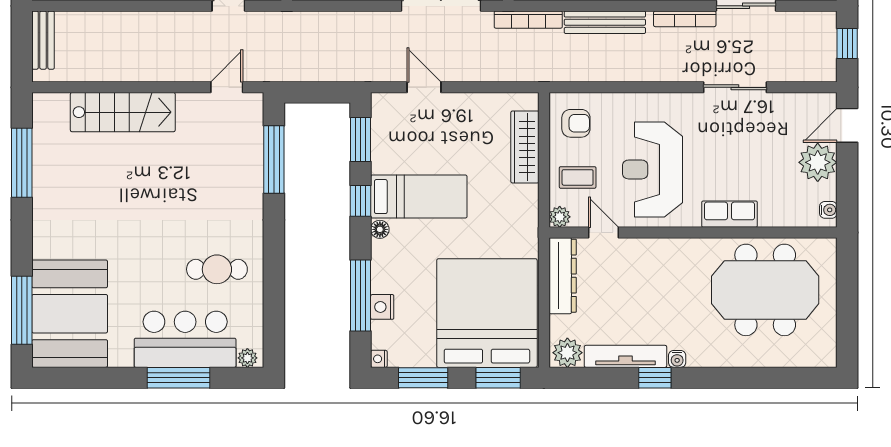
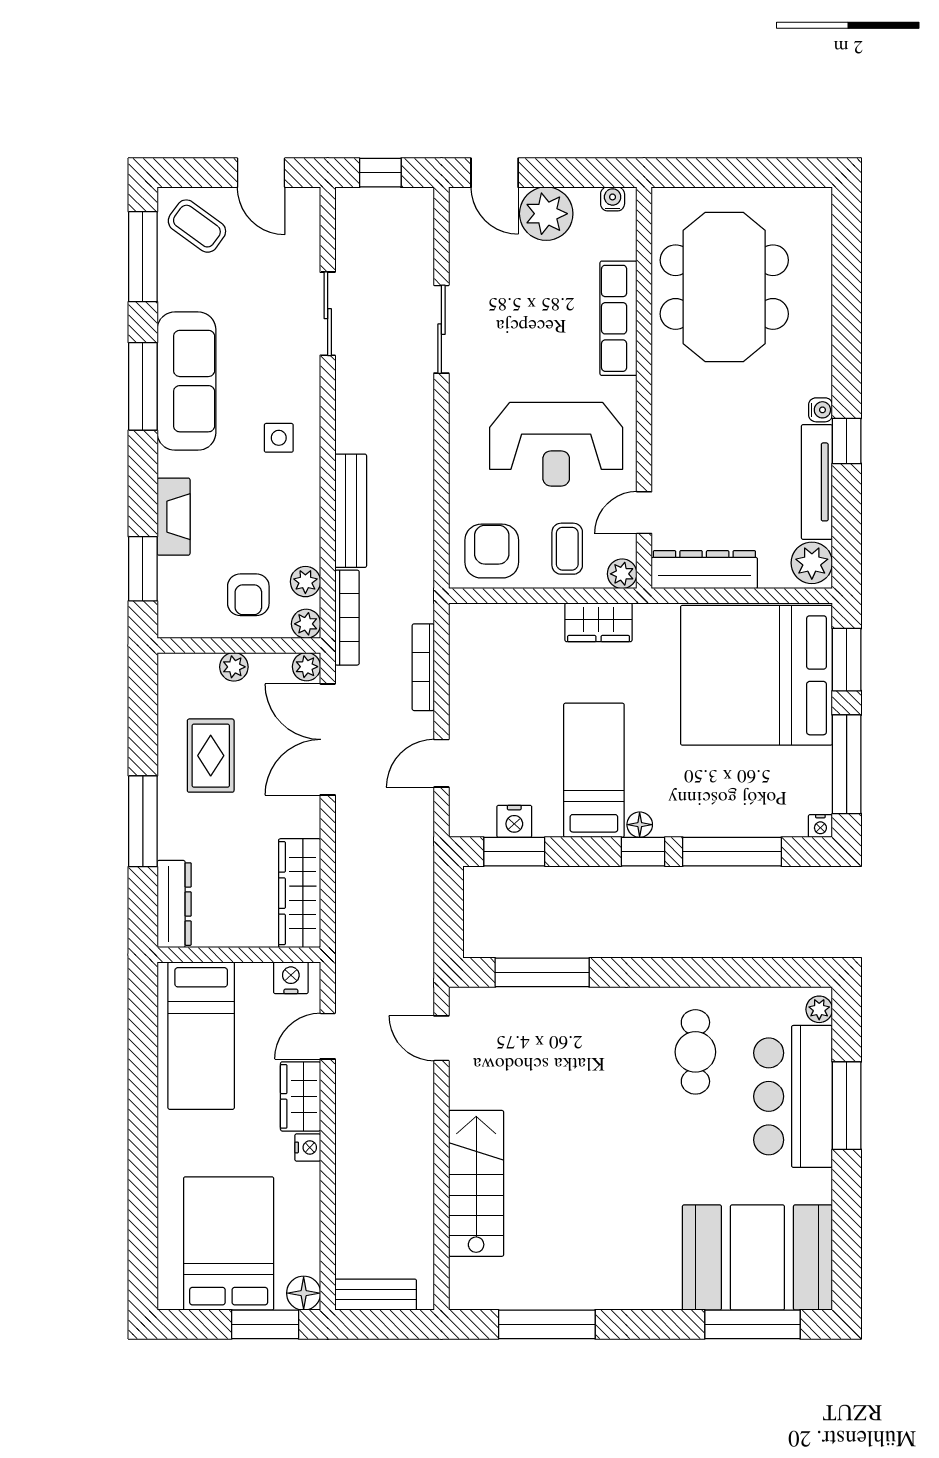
bookcase: (685, 19) -> (423, 667), moved, turned 180
armchair: (576, 123) -> (492, 551), width x1.38, depth x1.38
wardrobe: (525, 147) -> (599, 622), moved, width x0.67
window: (361, 201) -> (643, 852), moved
row of seats: (730, 214) -> (618, 318), width x1.48
nightstand: (382, 307) -> (514, 821), moved
window: (423, 378) -> (847, 764), width x1.44

